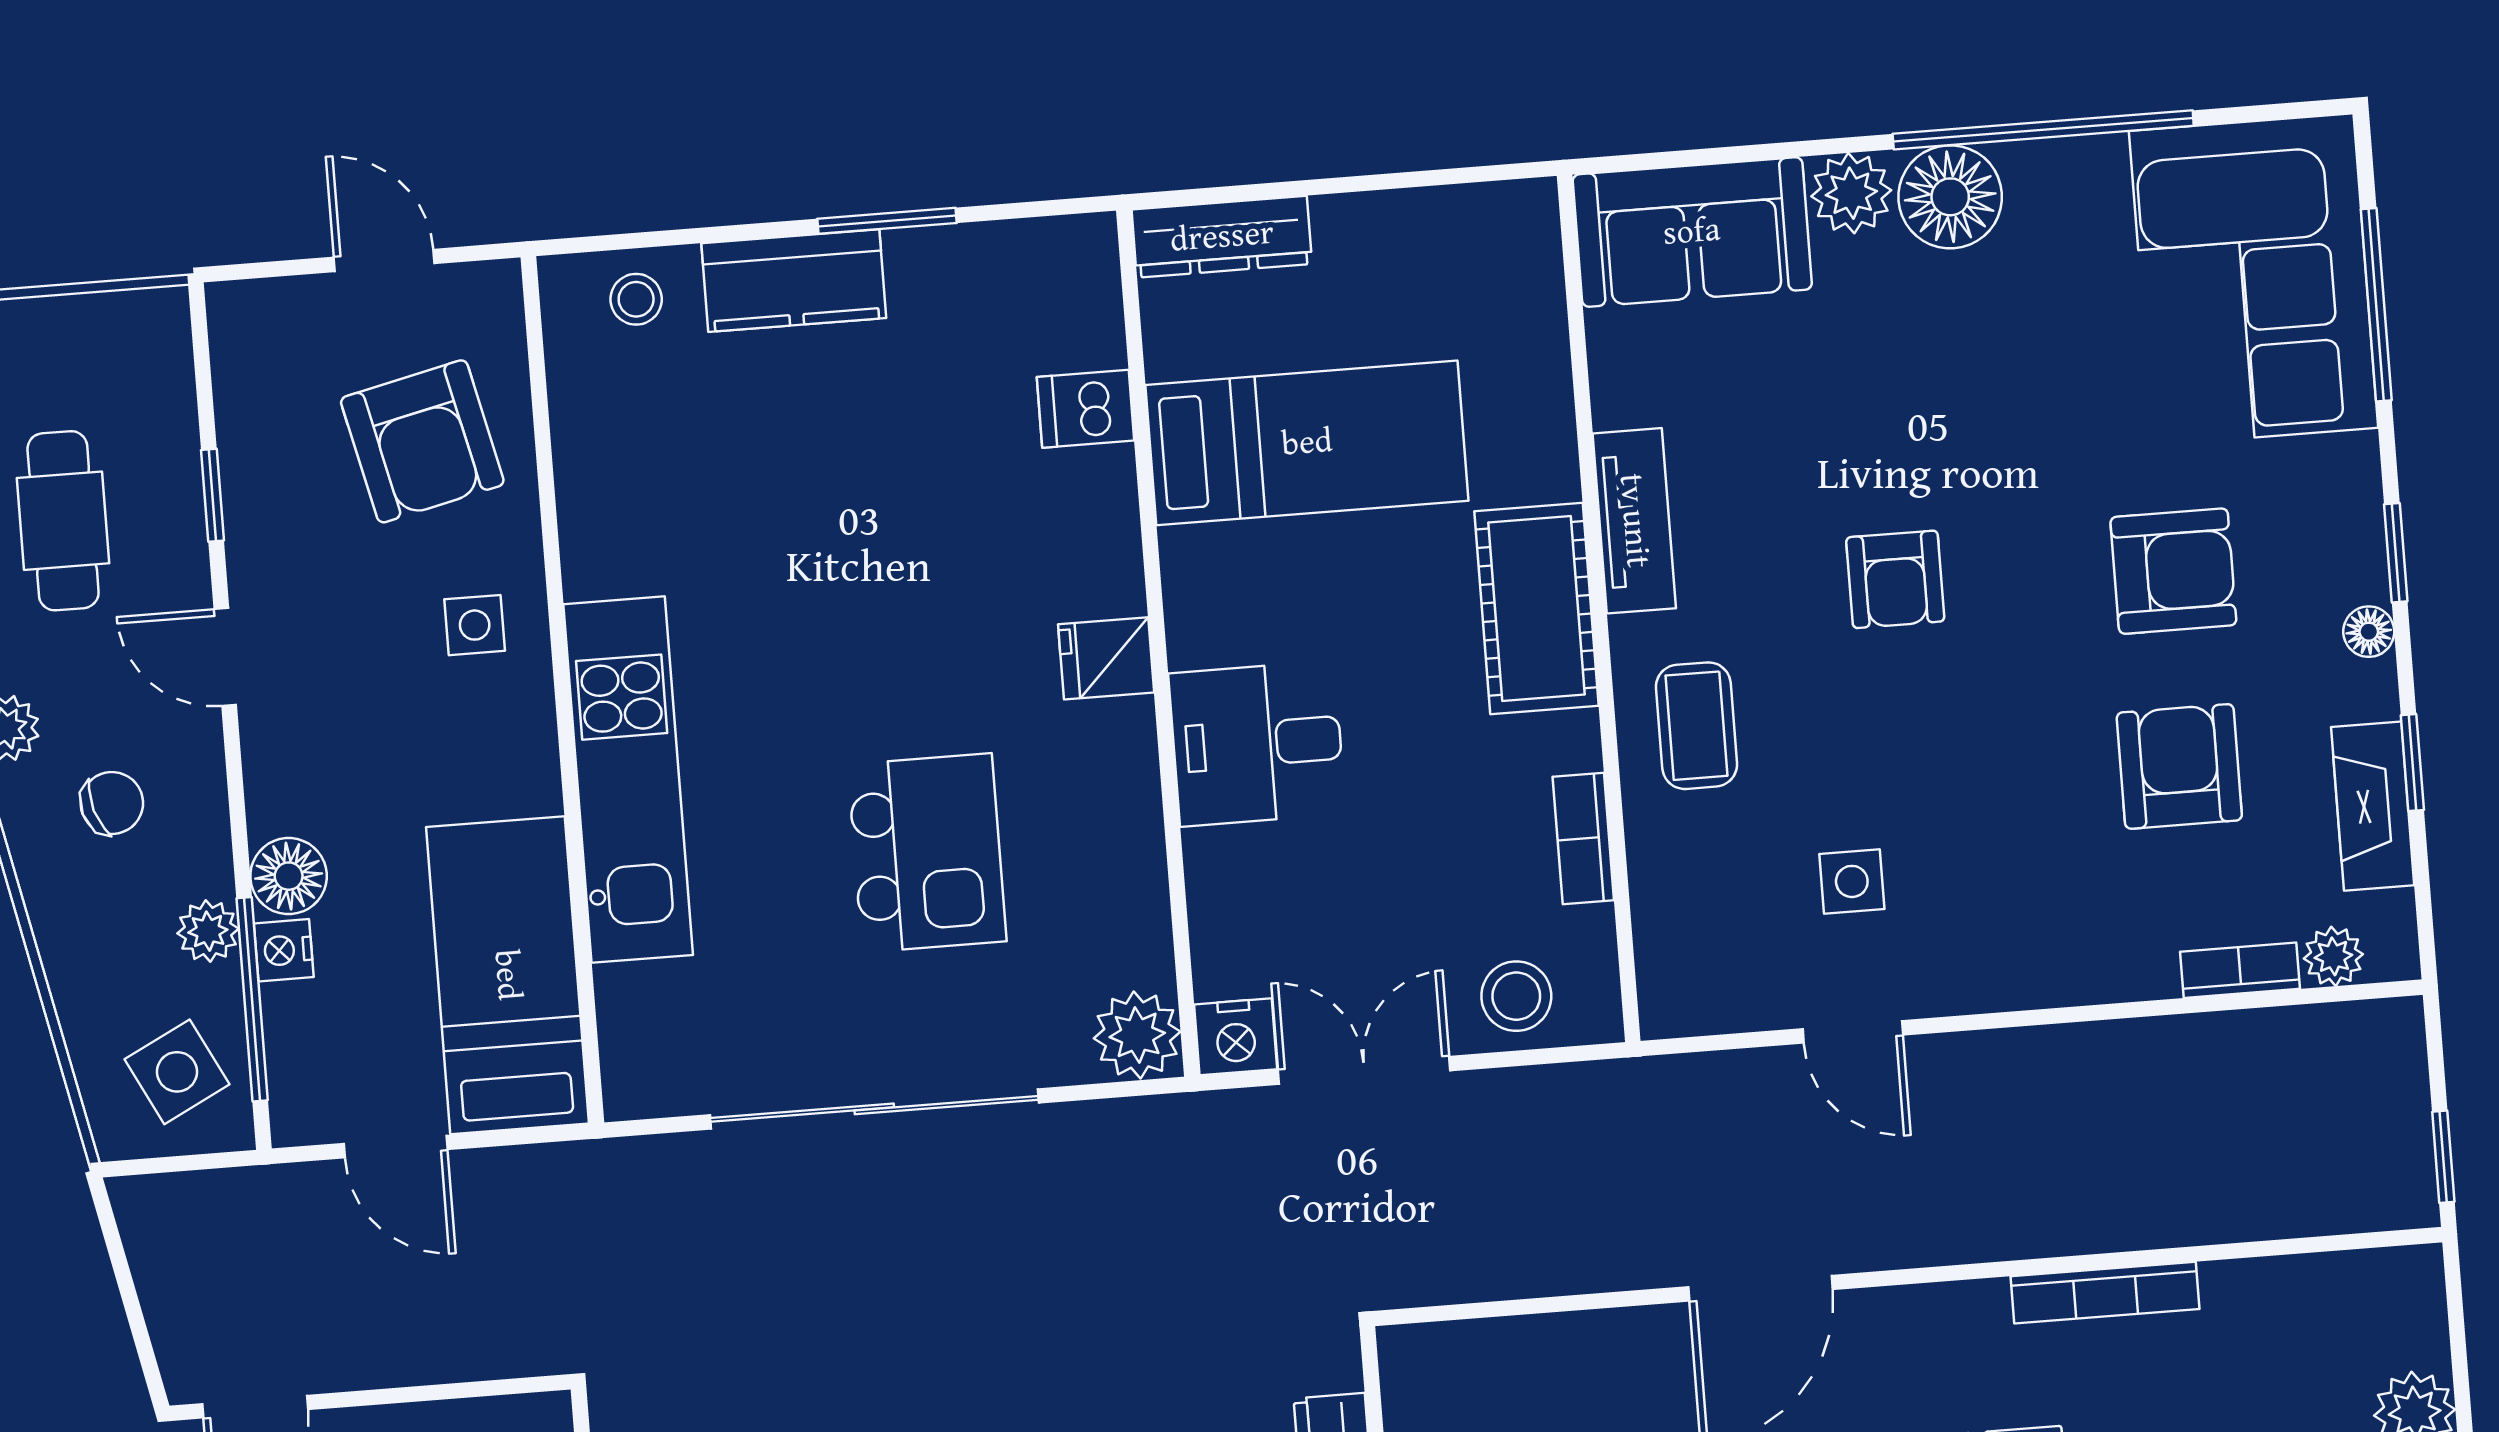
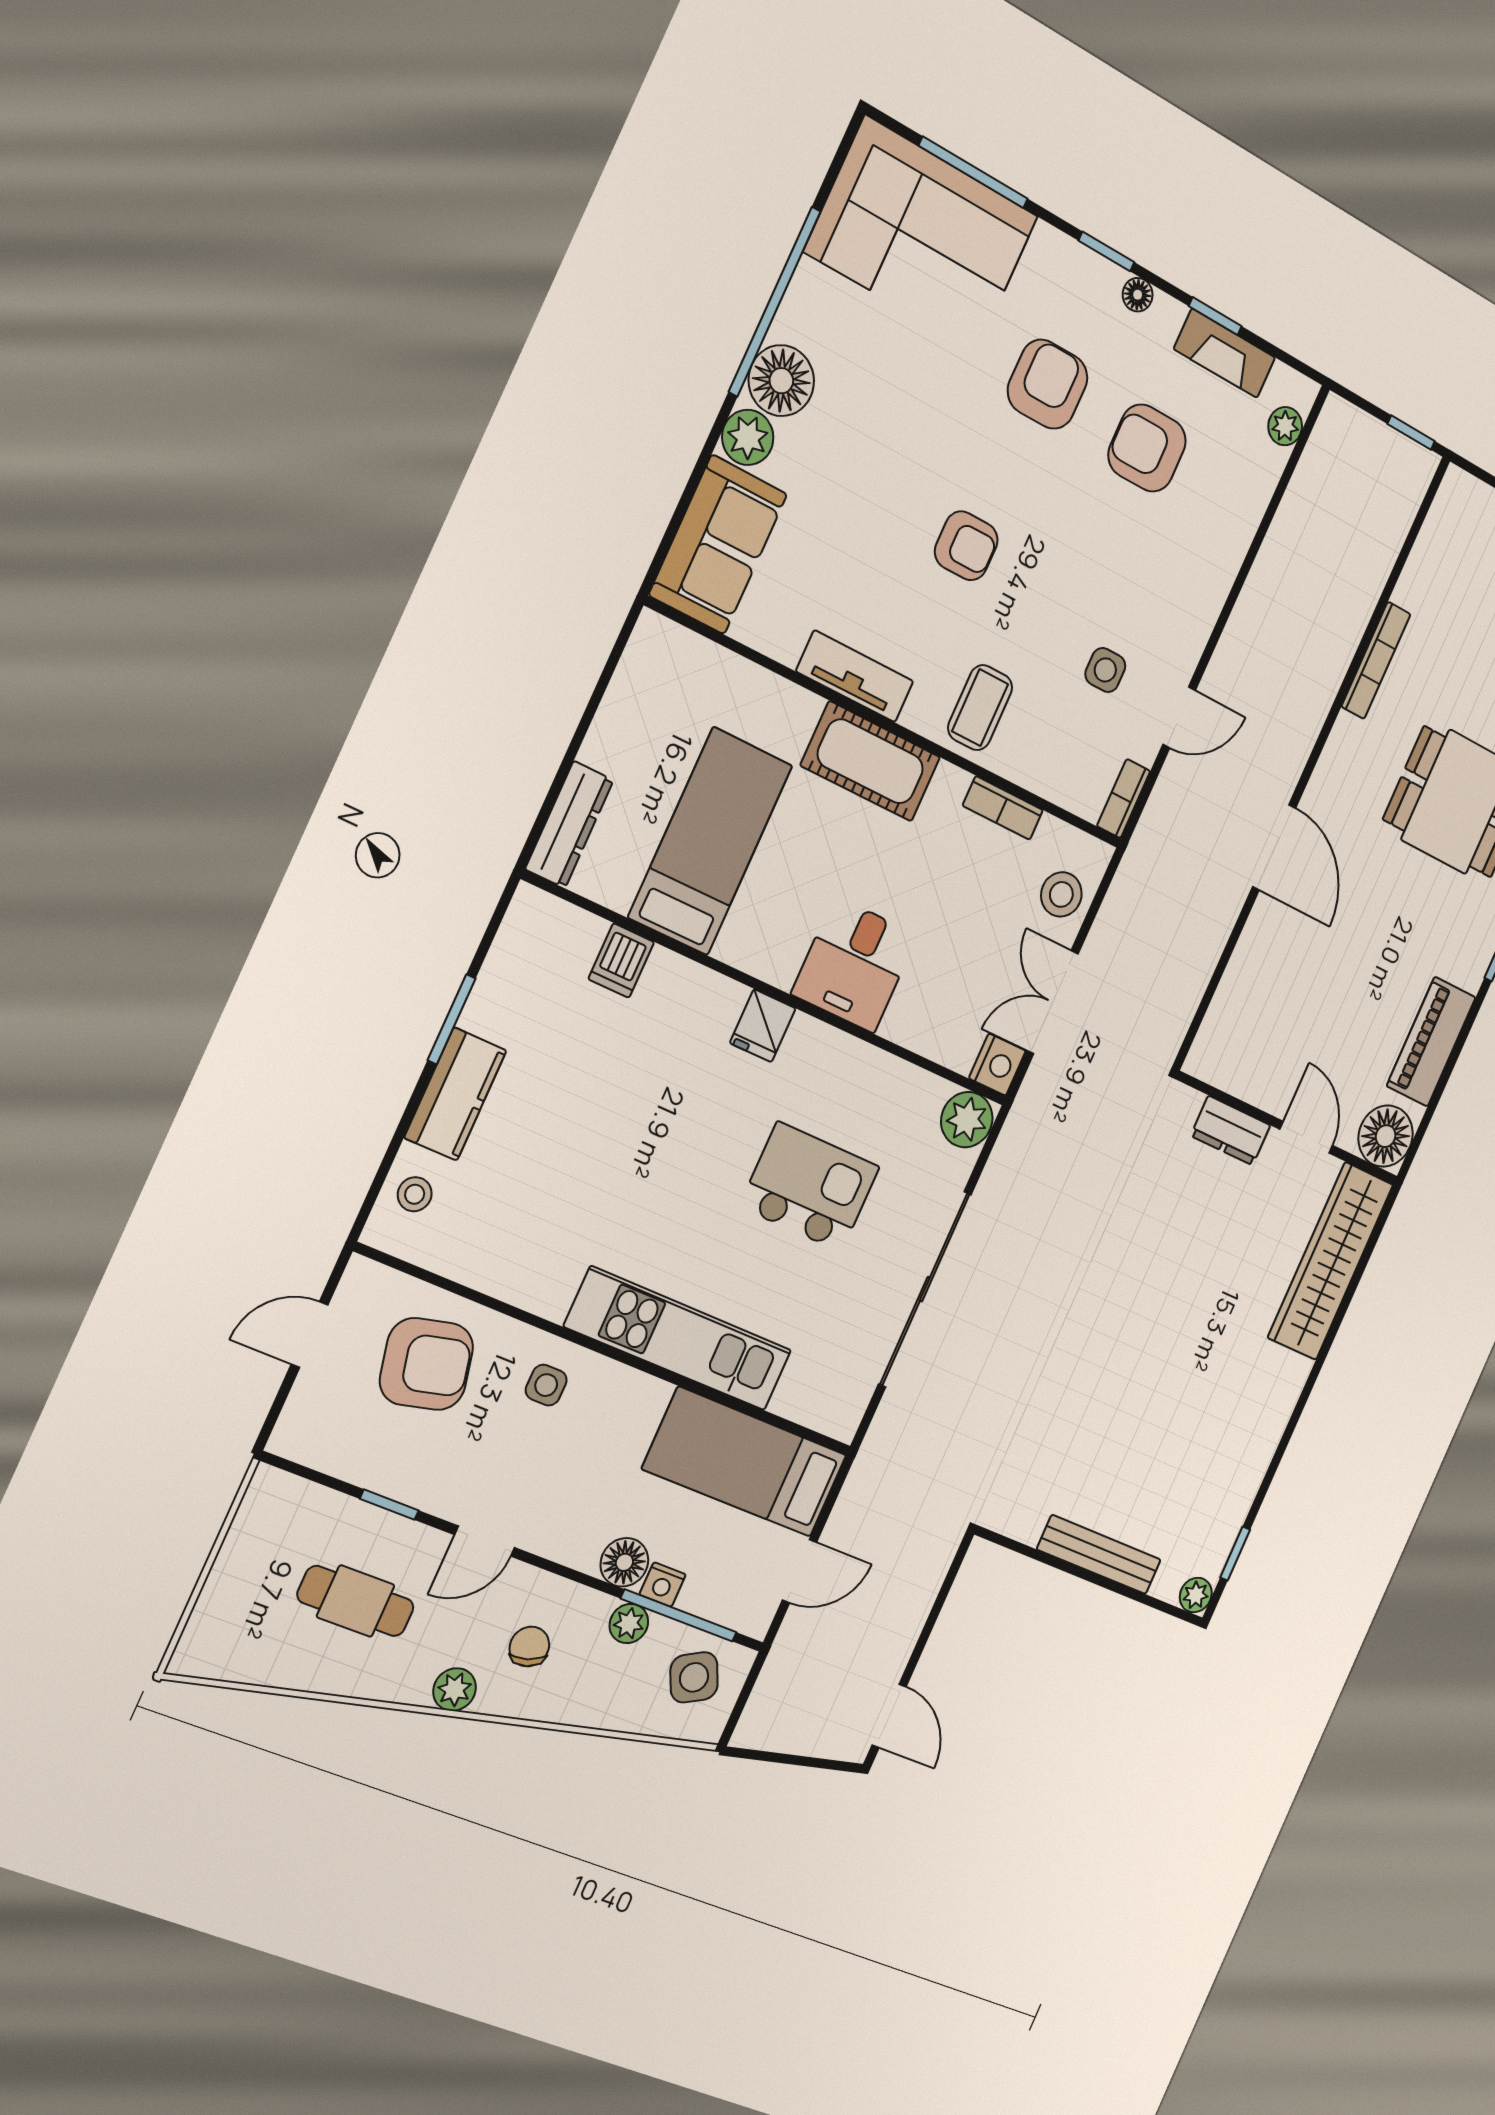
coffee table: (1696, 726) -> (980, 708), turned 90
bookcase: (2240, 970) -> (1124, 799), moved

